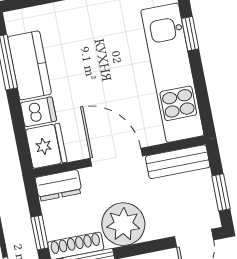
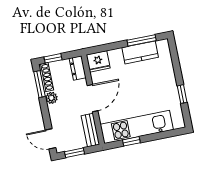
window: (190, 34) -> (131, 141), moved
dishwasher: (38, 112) -> (116, 57), removed
plant: (123, 224) -> (51, 98), width x0.53, depth x0.53

